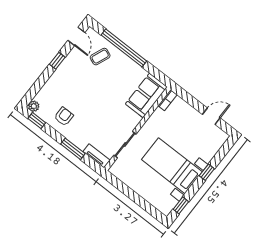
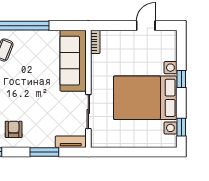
sofa: (146, 96) -> (73, 61), width x1.36
bed with nightstands: (172, 166) -> (145, 98), width x1.36

